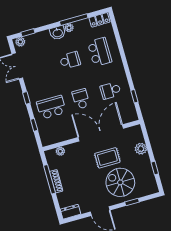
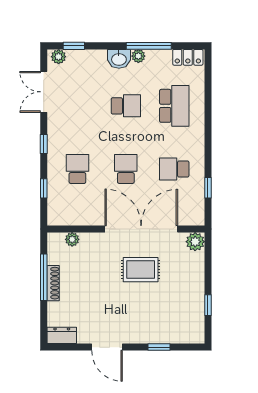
school desk: (51, 107) -> (77, 169), width x0.54
plant: (141, 149) -> (195, 242), moved
spiral stairs: (120, 182) -> (150, 312), removed

